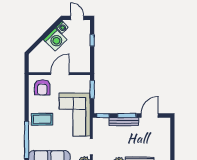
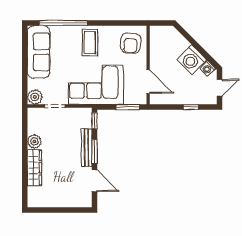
door: (60, 74) -> (148, 81), moved
armchair: (42, 87) -> (131, 43), turned -85

